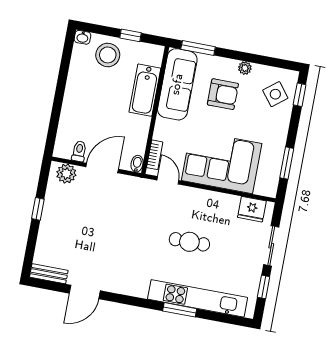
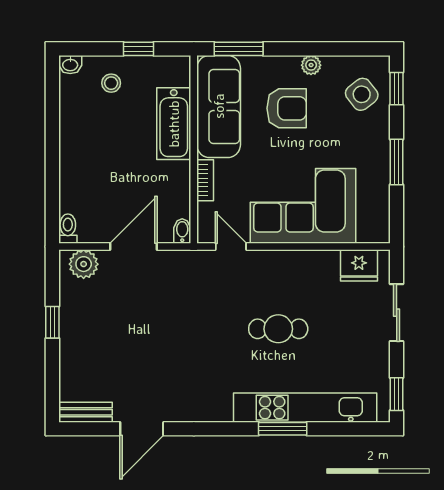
stool: (108, 55) -> (111, 83), width x0.53, depth x0.53
toilet: (79, 151) -> (68, 229), moved
bookcase: (155, 155) -> (205, 180), moved
window: (287, 163) -> (397, 162), moved
window: (264, 287) -> (397, 394), moved

